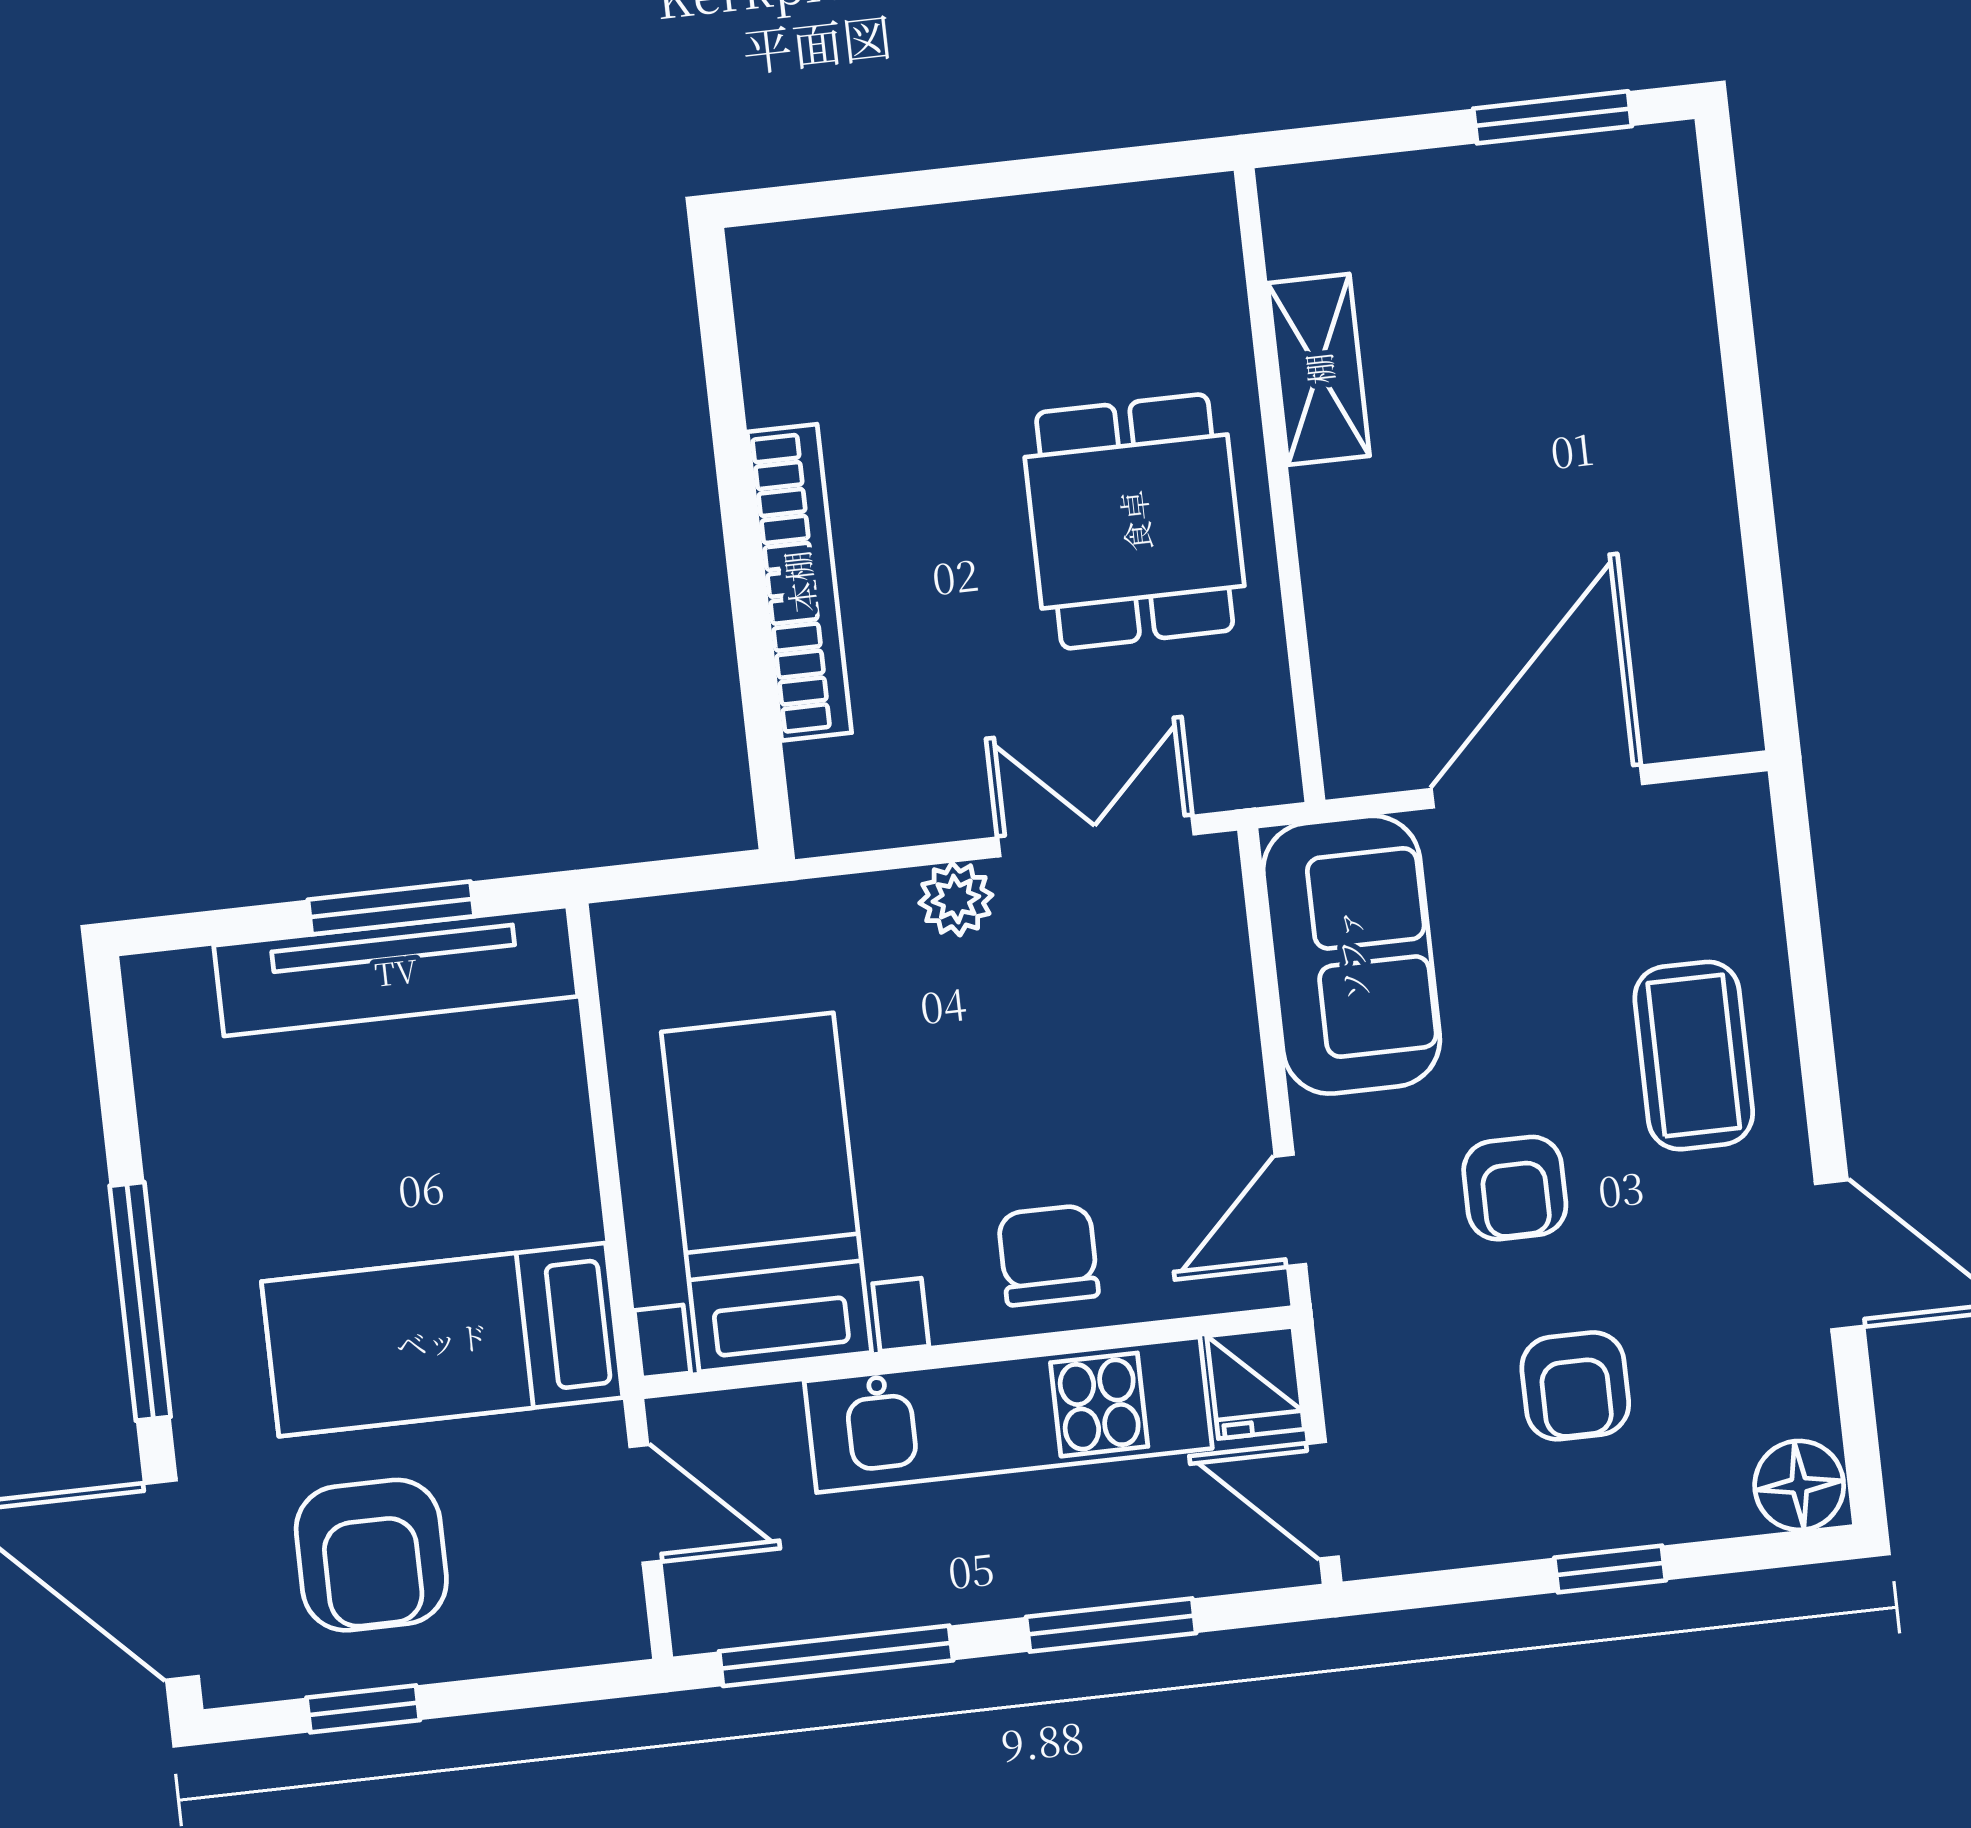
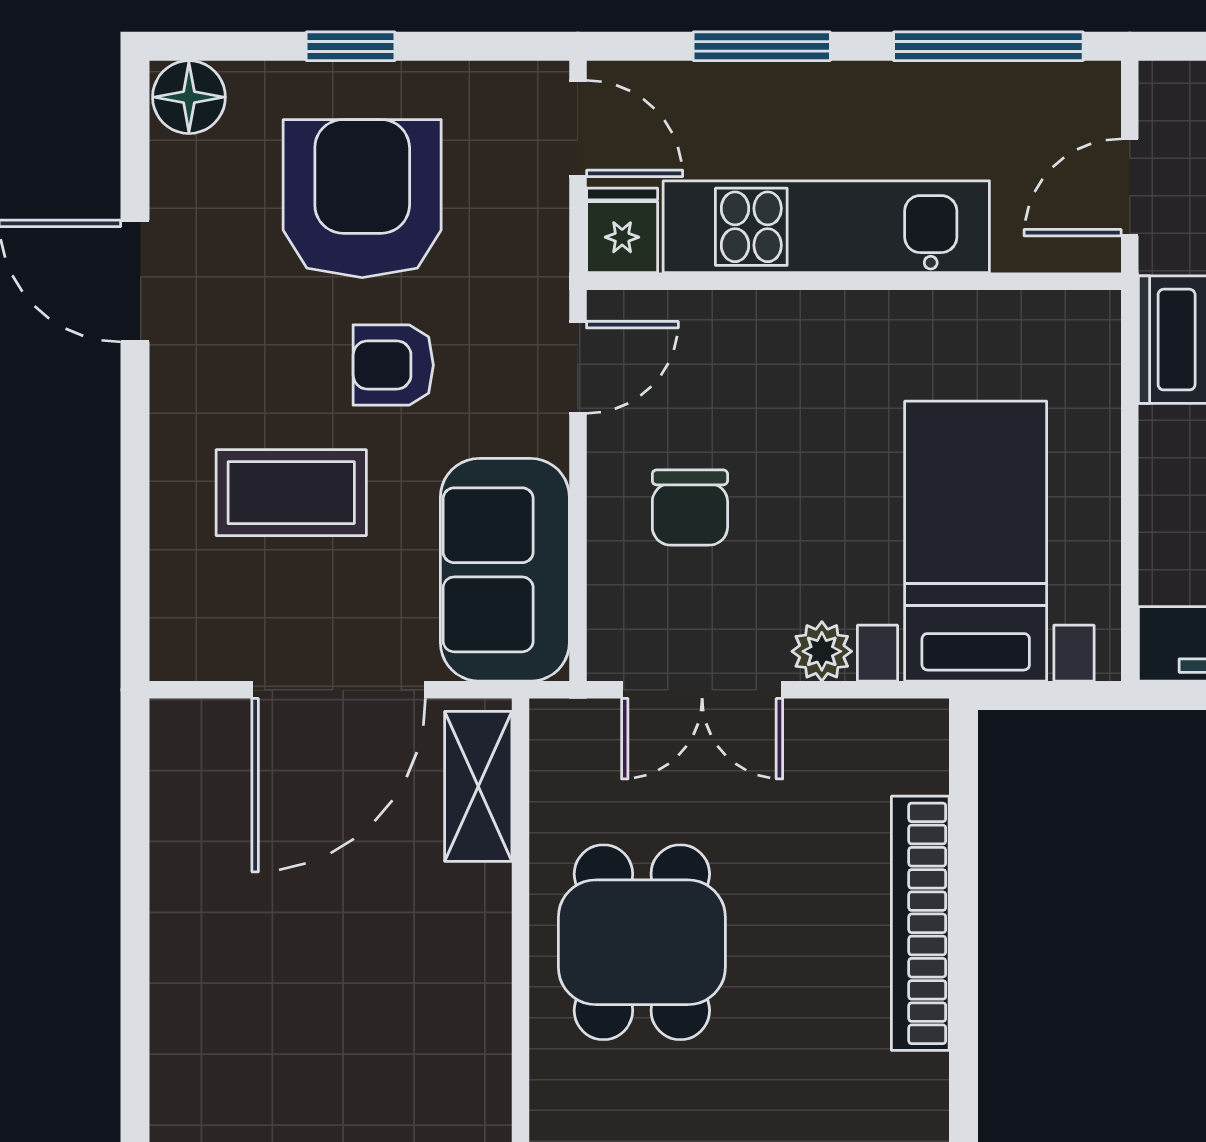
shelving: (1319, 369) -> (478, 786), moved
coffee table: (1694, 1056) -> (291, 493), moved, turned 90
armchair: (1515, 1188) -> (393, 365), turned -90
bed with nightstands: (766, 1192) -> (976, 541), moved, turned 180
chair: (1048, 1255) -> (690, 508), moved
armchair: (1575, 1386) -> (362, 199), width x1.88, depth x1.88
door: (645, 1504) -> (1130, 187), hinge flipped

